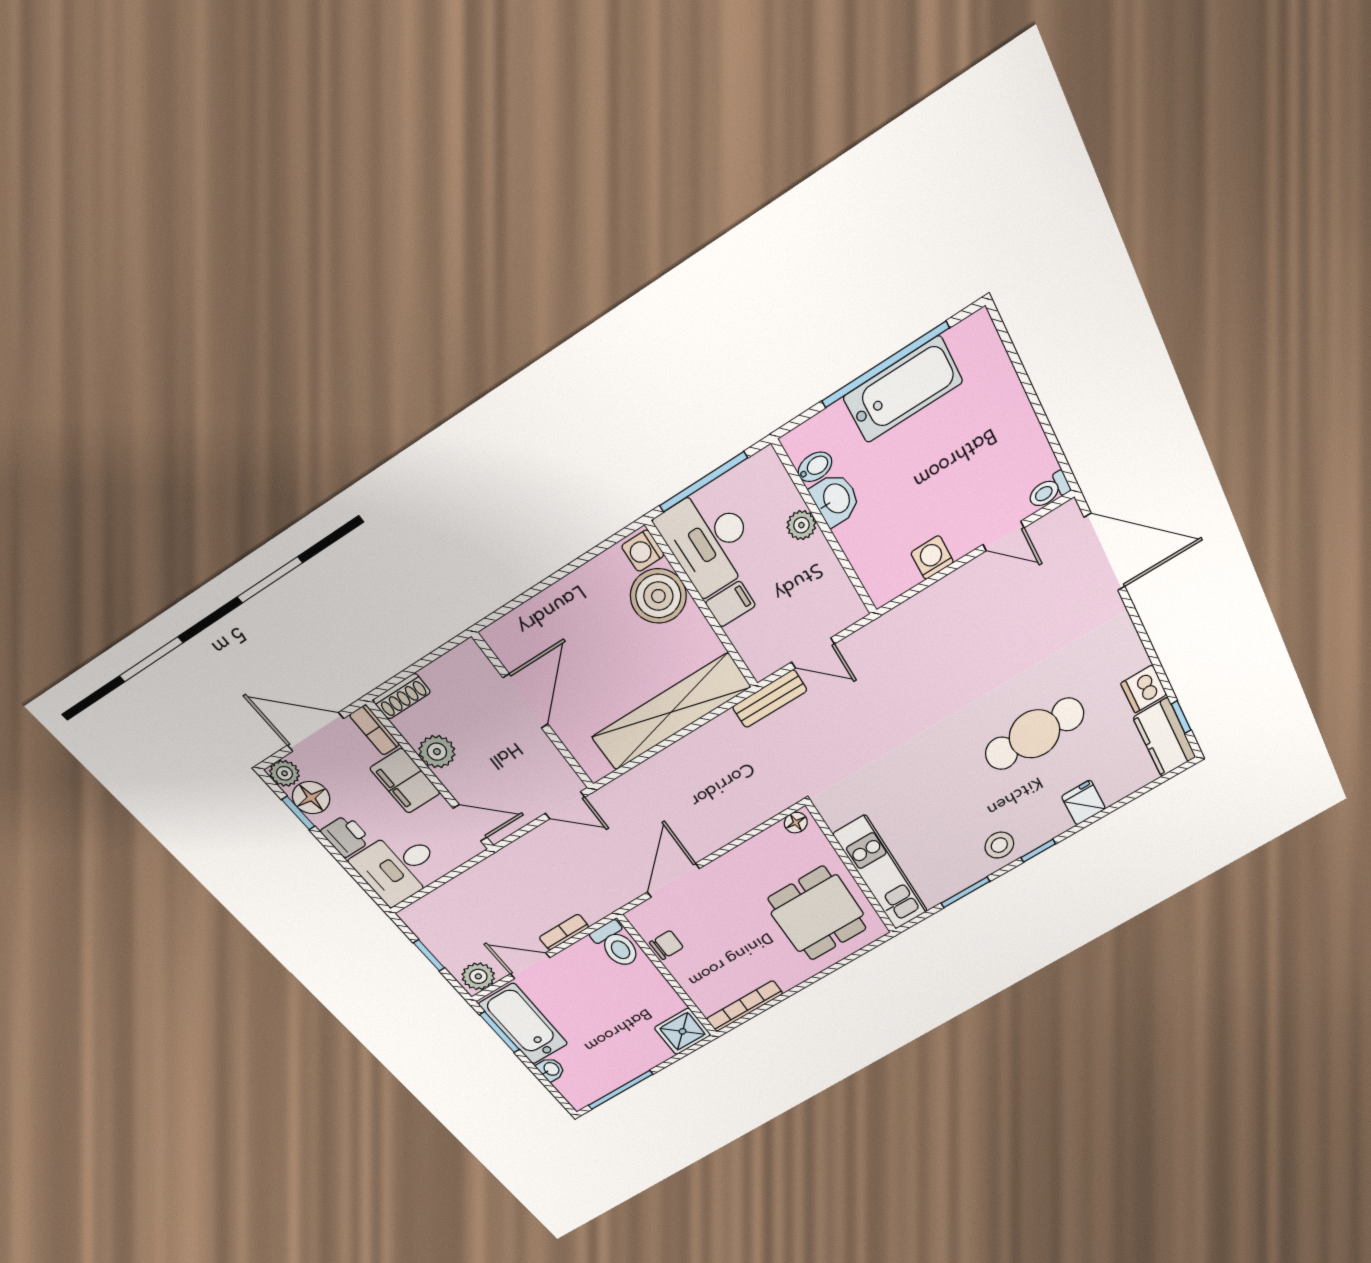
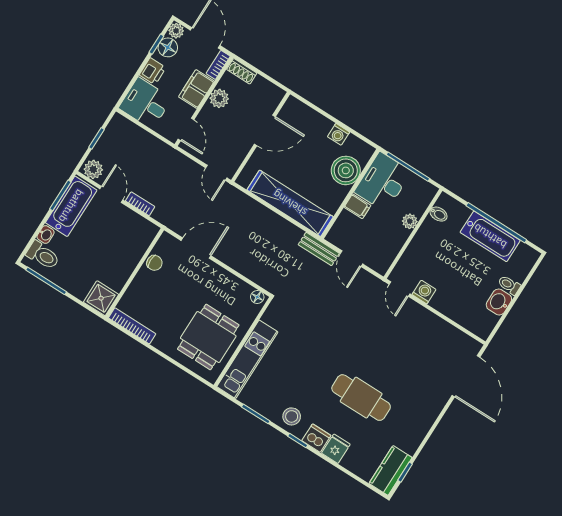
toilet: (1049, 491) -> (509, 285), moved
washbasin: (835, 499) -> (499, 302), moved, turned 180
door: (1004, 536) -> (399, 289), moved
washing machine: (643, 551) -> (339, 134), moved, turned -90
dishwasher: (1144, 689) -> (316, 438), moved, turned 90
toilet: (616, 945) -> (43, 255), moved, turned -90

